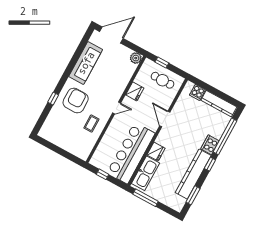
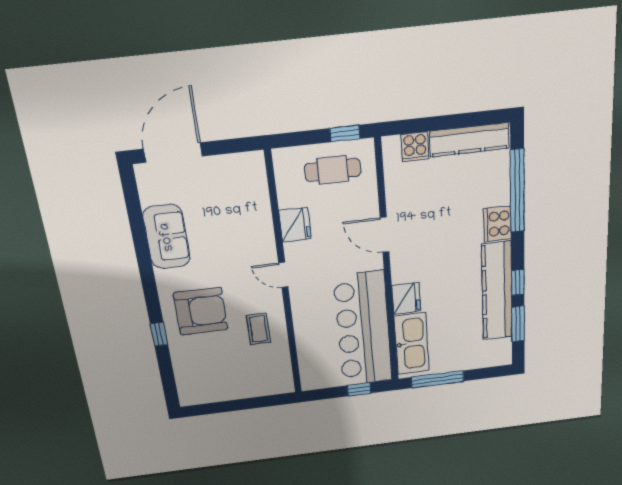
plant: (136, 58) -> (252, 164), removed
sofa: (86, 63) -> (167, 237), width x0.73
window: (162, 63) -> (345, 133), moved
armchair: (76, 101) -> (201, 311), turned 90
door: (117, 108) -> (283, 275), swing flipped
window: (210, 164) -> (518, 282), moved
window: (103, 174) -> (359, 389), moved

